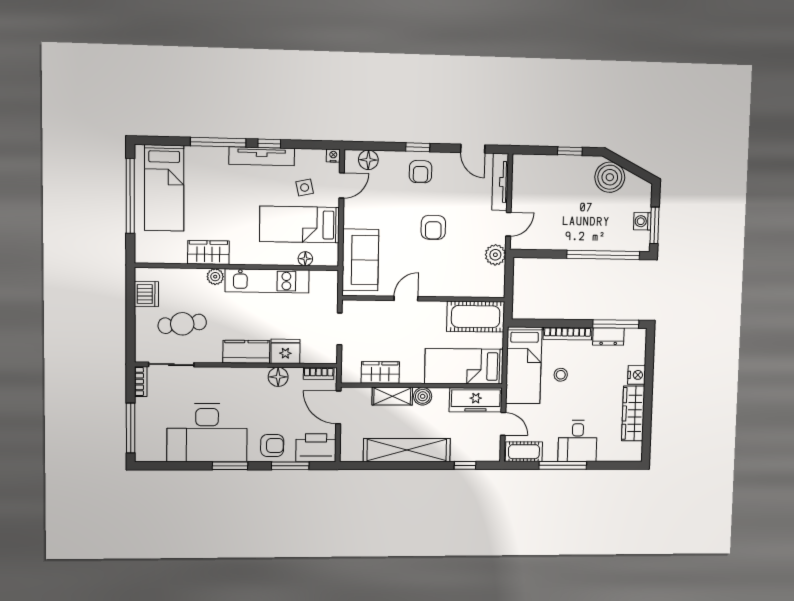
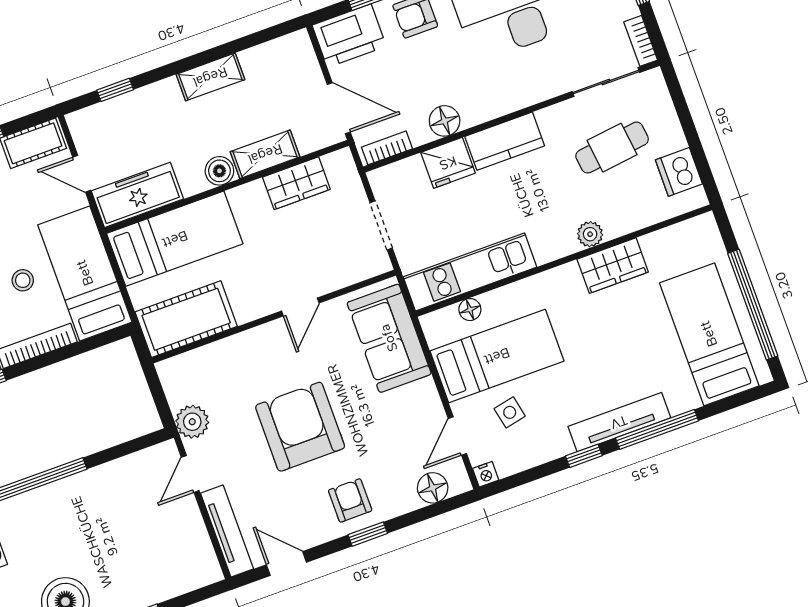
tv unit: (262, 156) -> (619, 422), moved
armchair: (433, 227) -> (300, 427), width x1.88, depth x1.88
kitchen unit: (267, 281) -> (470, 272), moved
shelving: (407, 450) -> (210, 77), width x0.45, depth x0.75

